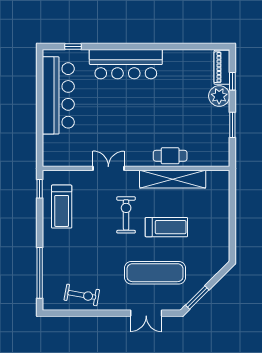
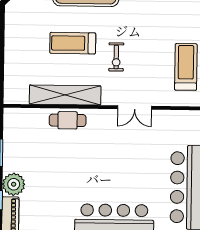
exercise bike: (126, 215) -> (116, 57), width x0.73, depth x0.72

